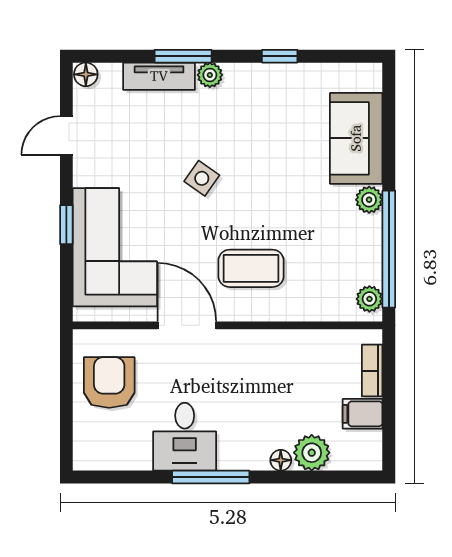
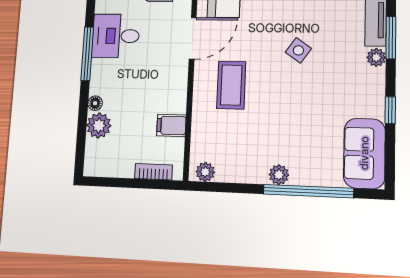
sofa: (356, 138) -> (364, 153), moved, turned -90
window: (389, 249) -> (308, 191), moved
filing cabinet: (363, 414) -> (171, 125), moved, turned -90

